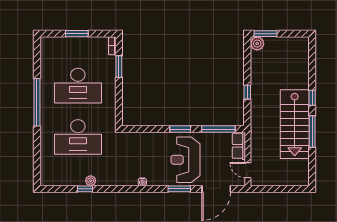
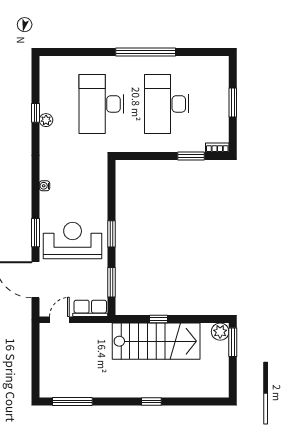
stairs: (295, 124) -> (156, 341), moved, turned 180
window: (218, 129) -> (112, 282), width x0.69
window: (312, 131) -> (72, 401), moved

